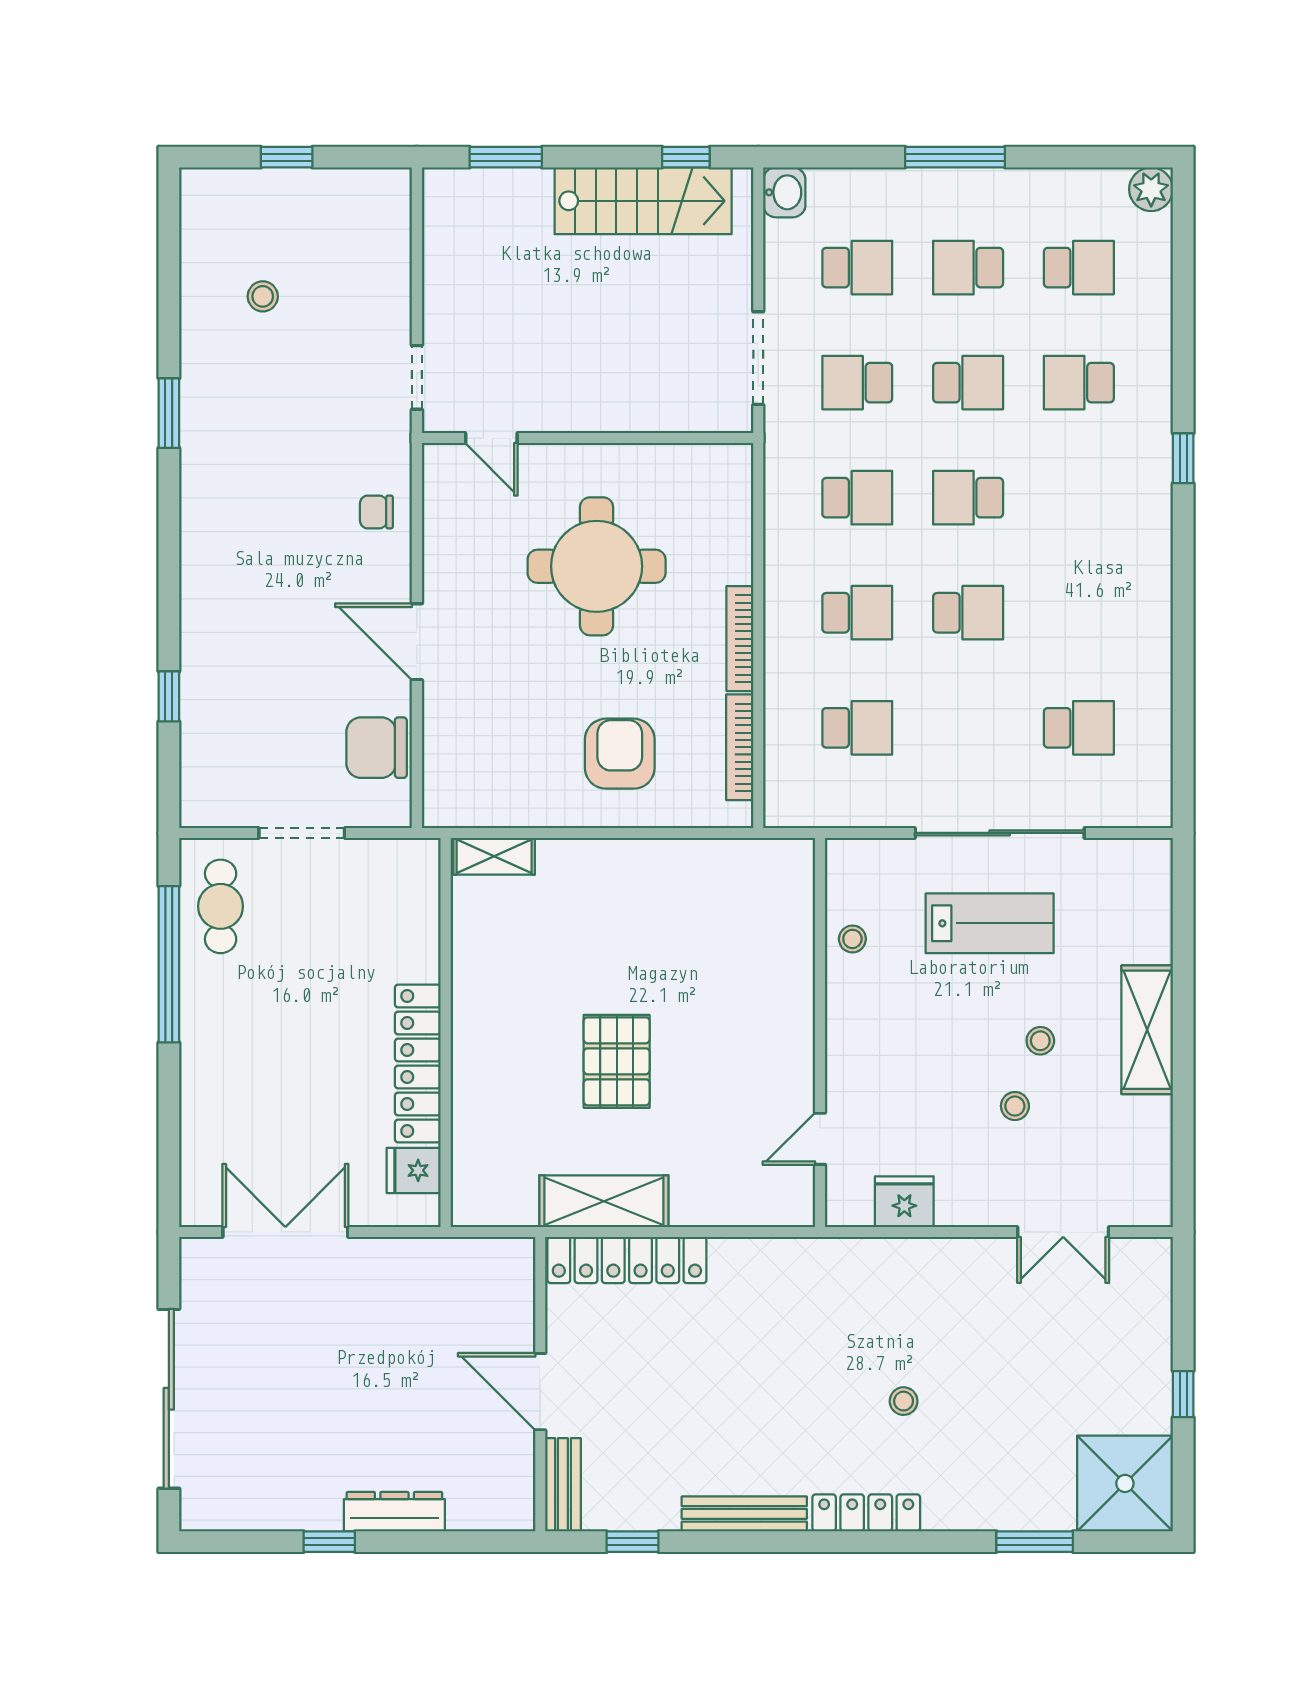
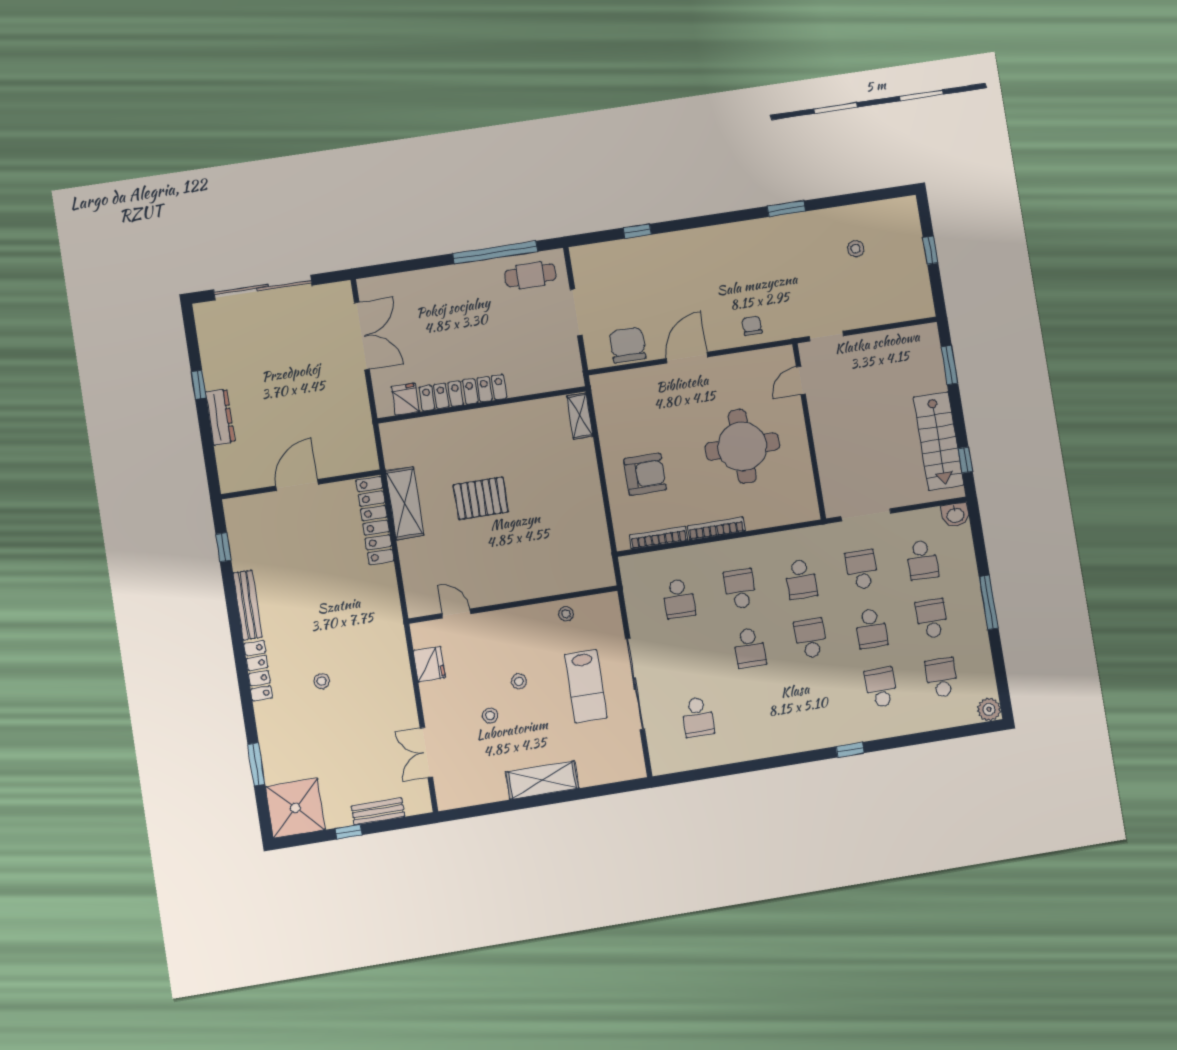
school desk: (1079, 268) -> (941, 678), turned 180
school desk: (857, 613) -> (740, 589), turned 180
stool: (1040, 1041) -> (519, 681), moved
bench: (563, 1485) -> (378, 811), moved

